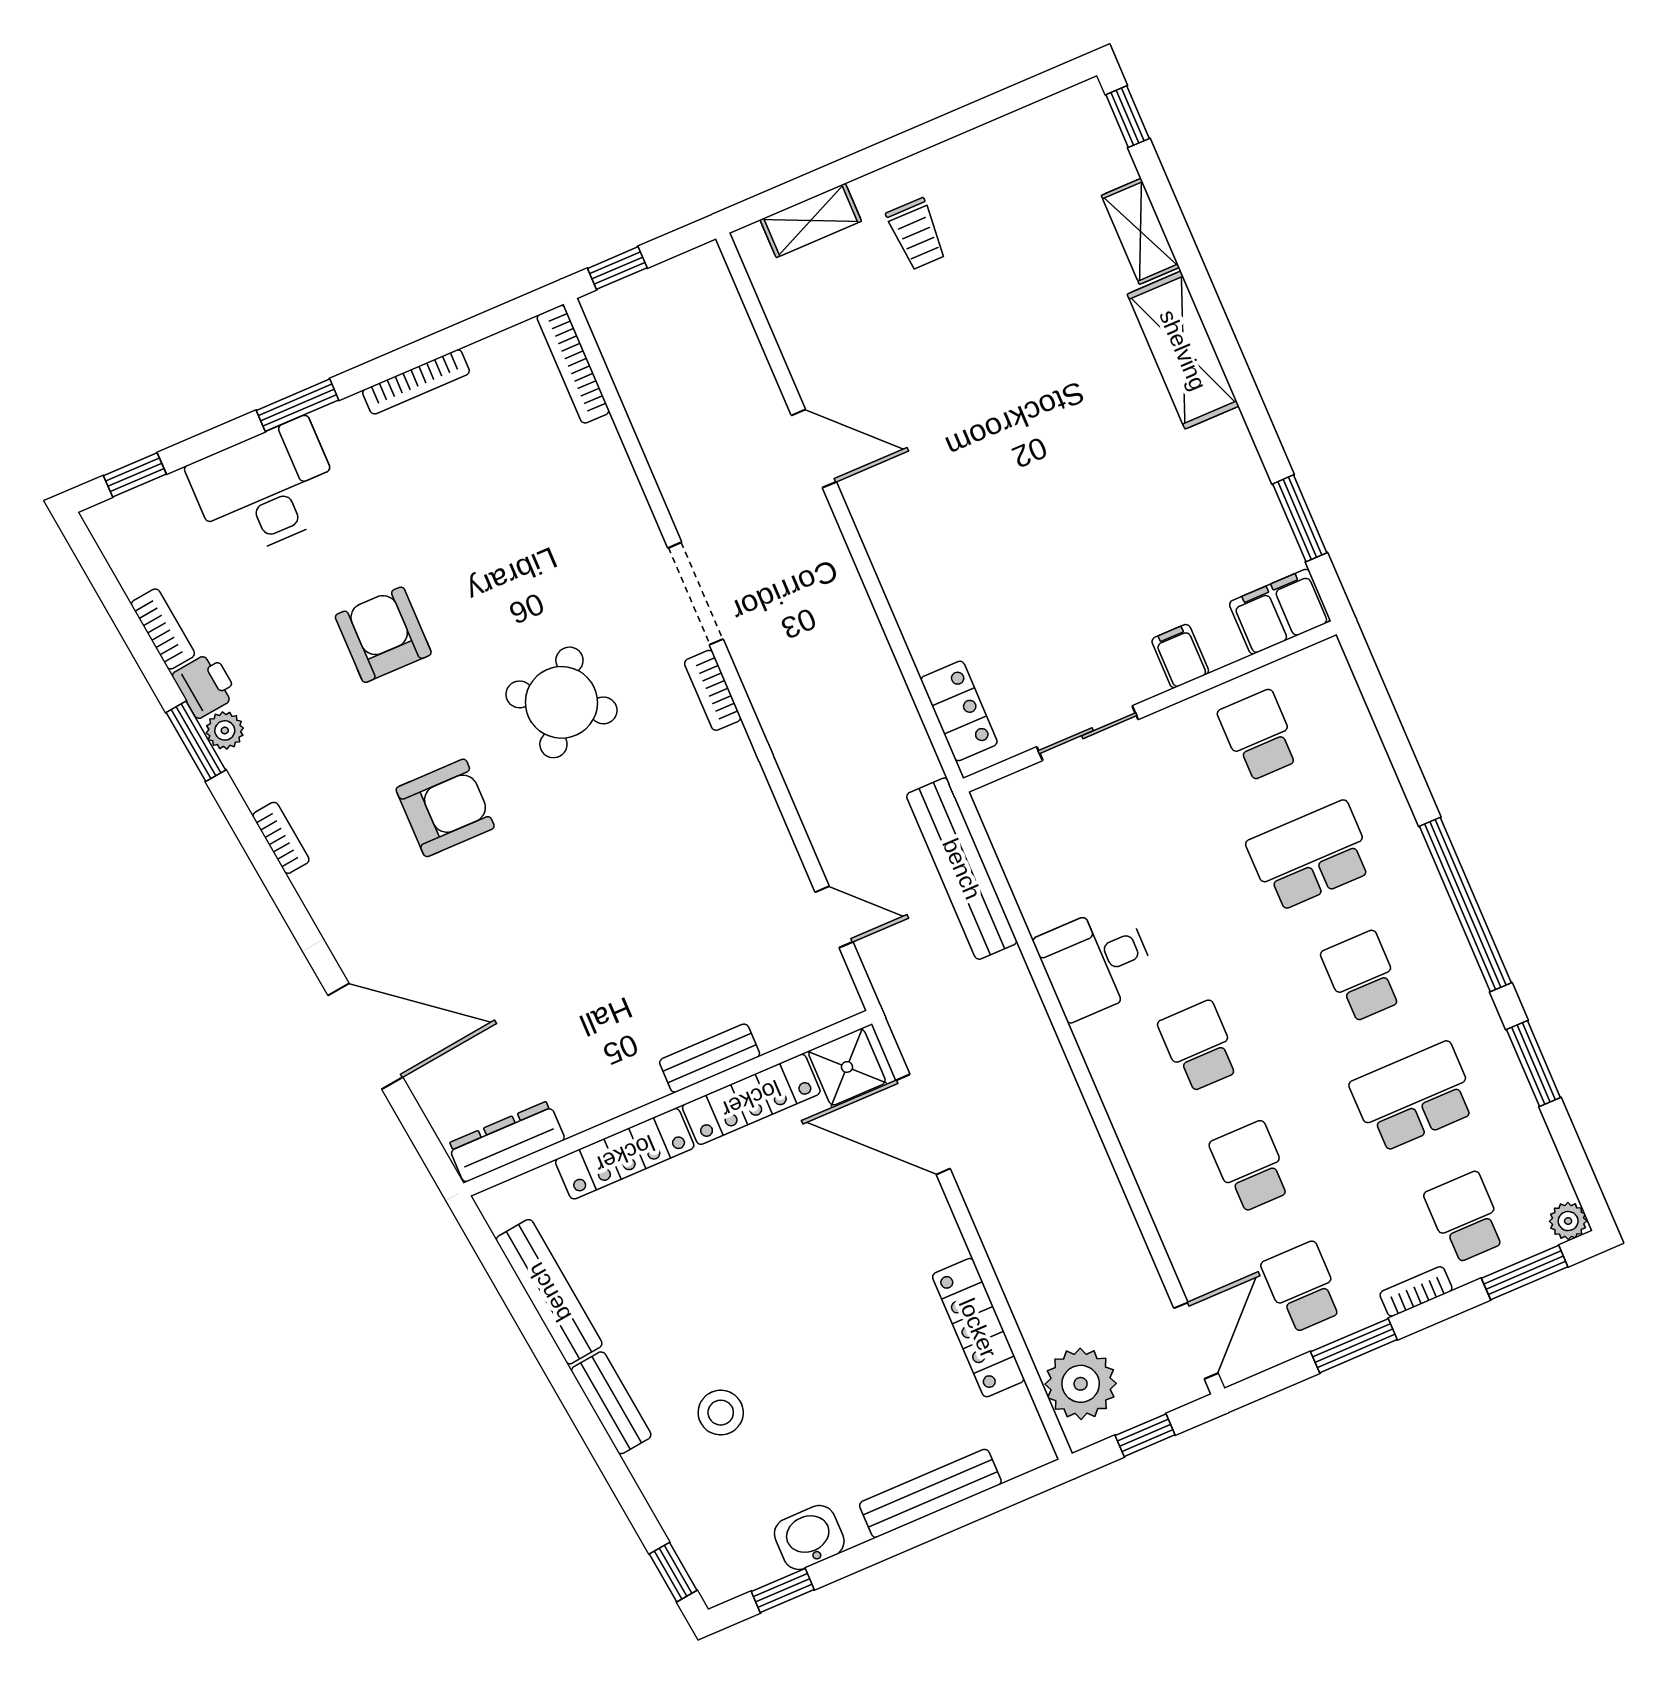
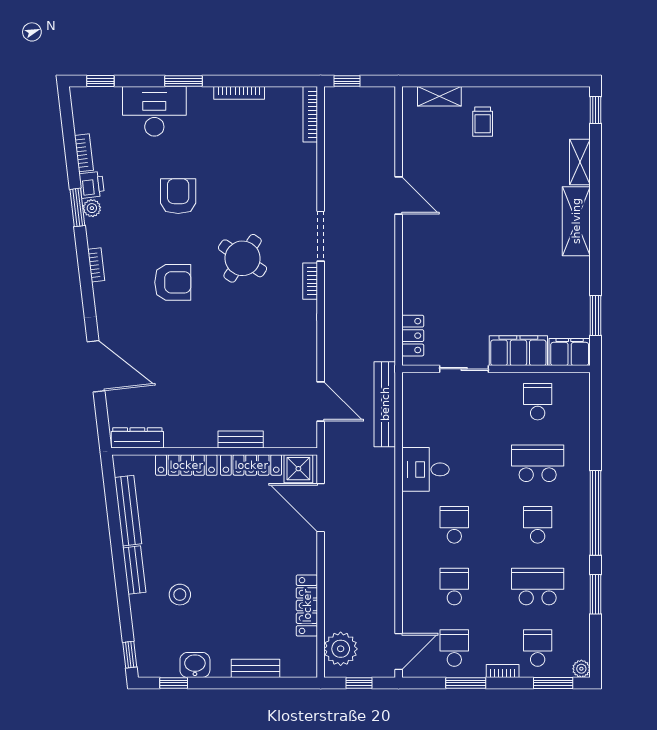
filing cabinet: (1180, 656) -> (518, 351), width x3.00, depth x1.17
door: (834, 917) -> (321, 401), width x1.38
bench: (930, 1493) -> (255, 668), width x0.73

